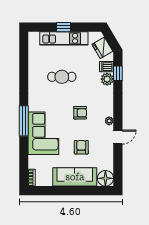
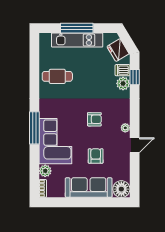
window: (64, 27) -> (77, 28), width x2.17
cafe table: (62, 77) -> (57, 76), moved
plant: (34, 161) -> (45, 171), added

